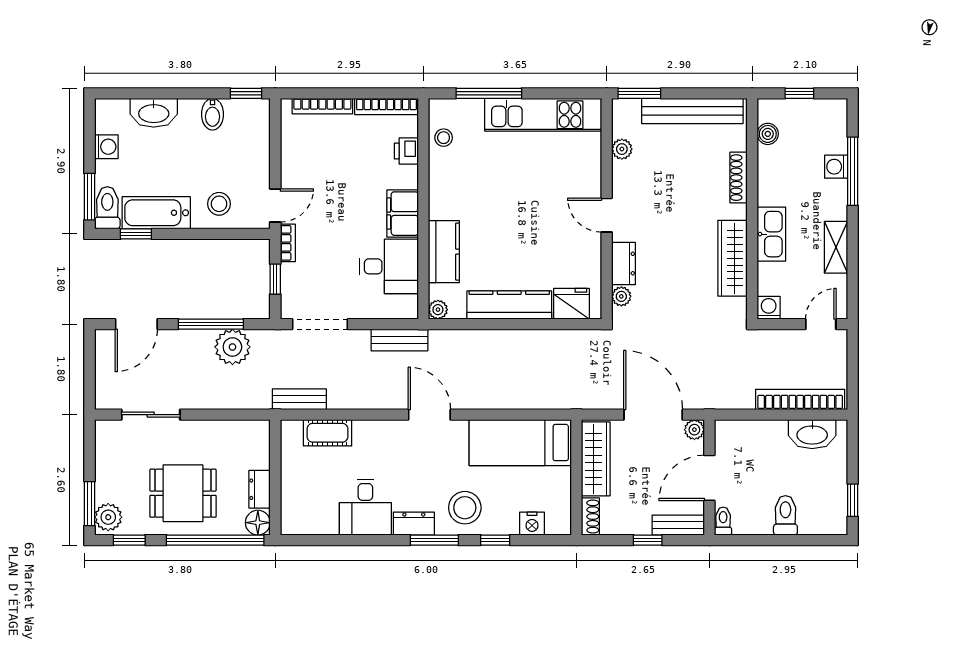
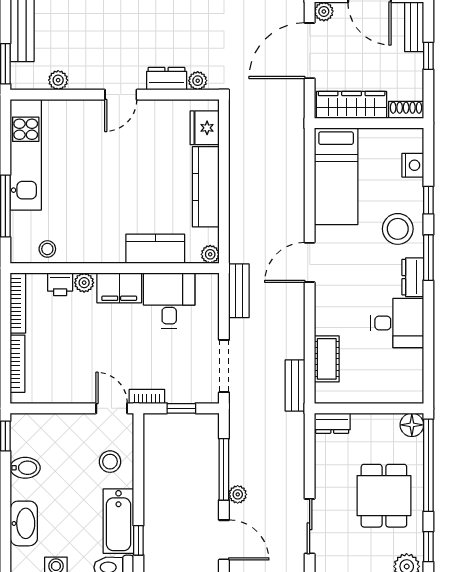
plant: (408, 176) -> (84, 283), added
plant: (232, 347) -> (238, 494), moved, width x0.53, depth x0.53
dresser: (260, 489) -> (332, 423), moved

